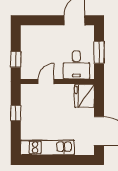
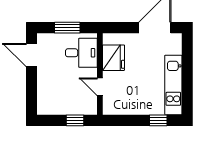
fridge: (84, 96) -> (113, 58), moved, turned -90
window: (16, 113) -> (158, 120), moved

